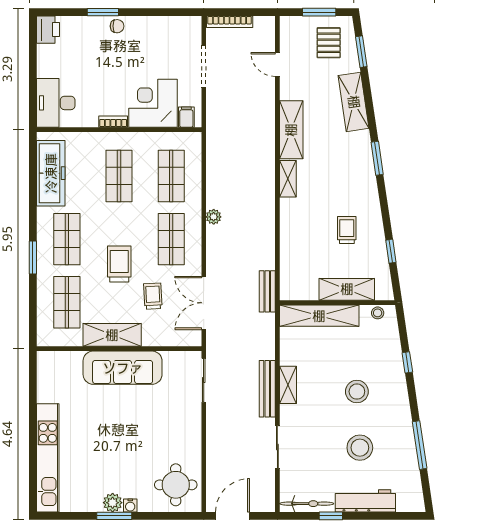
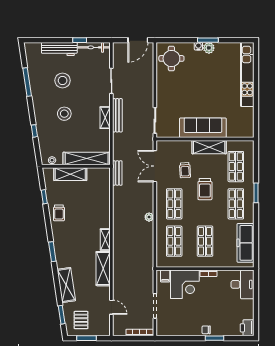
trolley: (347, 230) -> (59, 213), moved
double door: (204, 303) -> (155, 166), swing flipped

